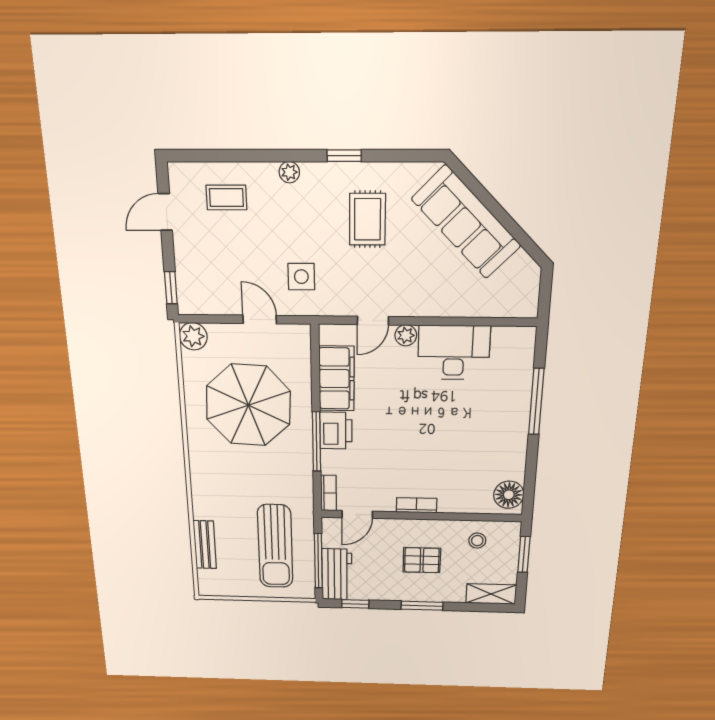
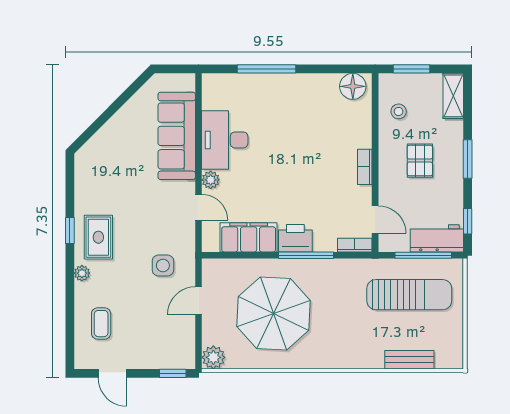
rug: (367, 219) -> (98, 237), moved, turned 90
sofa: (466, 222) -> (177, 136), moved, turned 135

